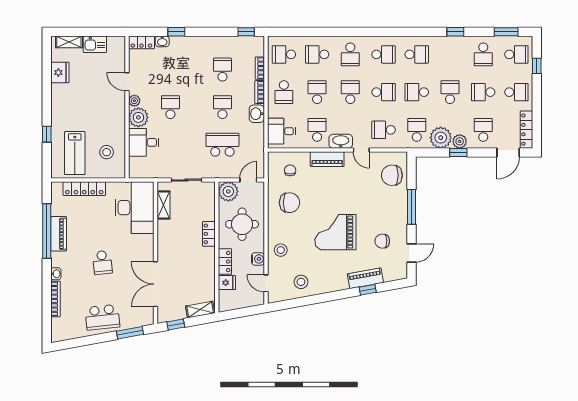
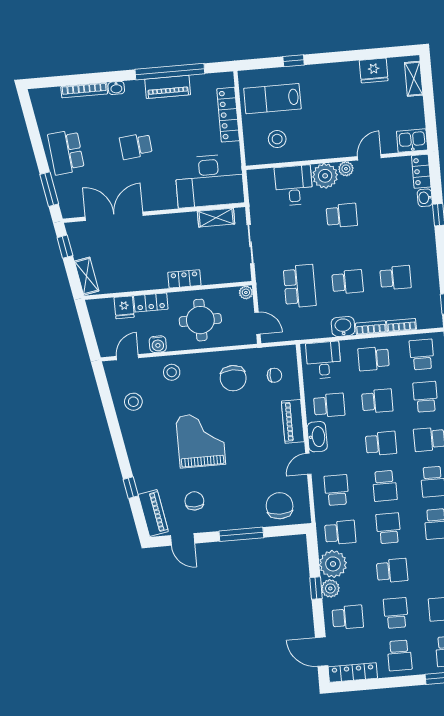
kitchen sink: (95, 44) -> (412, 141), moved, turned 90
plant: (228, 191) -> (246, 292), width x0.53, depth x0.53
piano: (365, 278) -> (153, 513), moved

